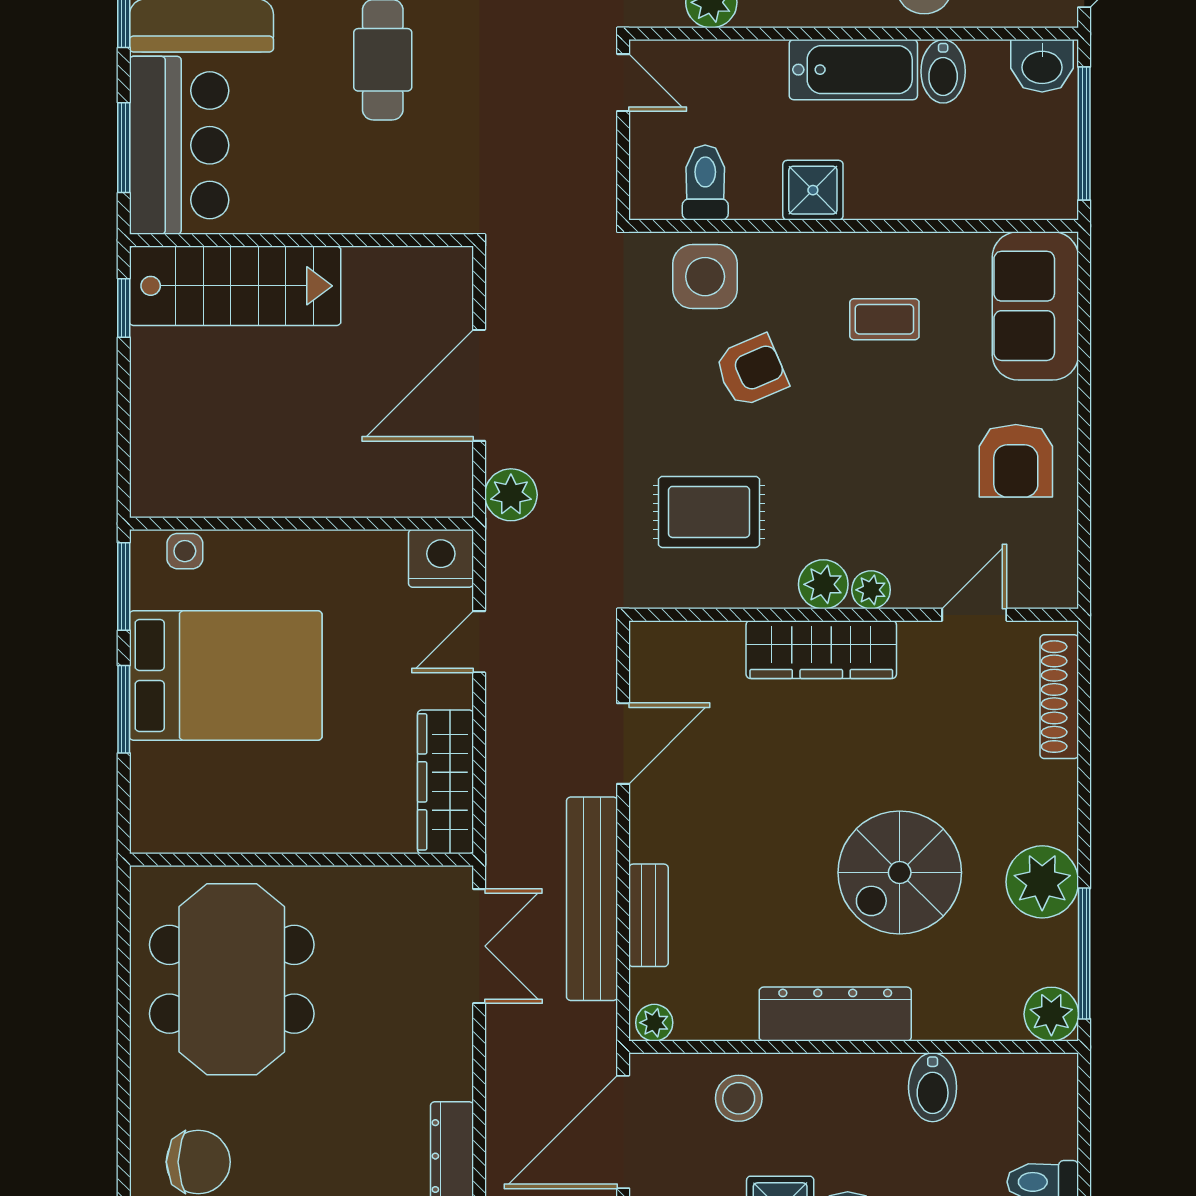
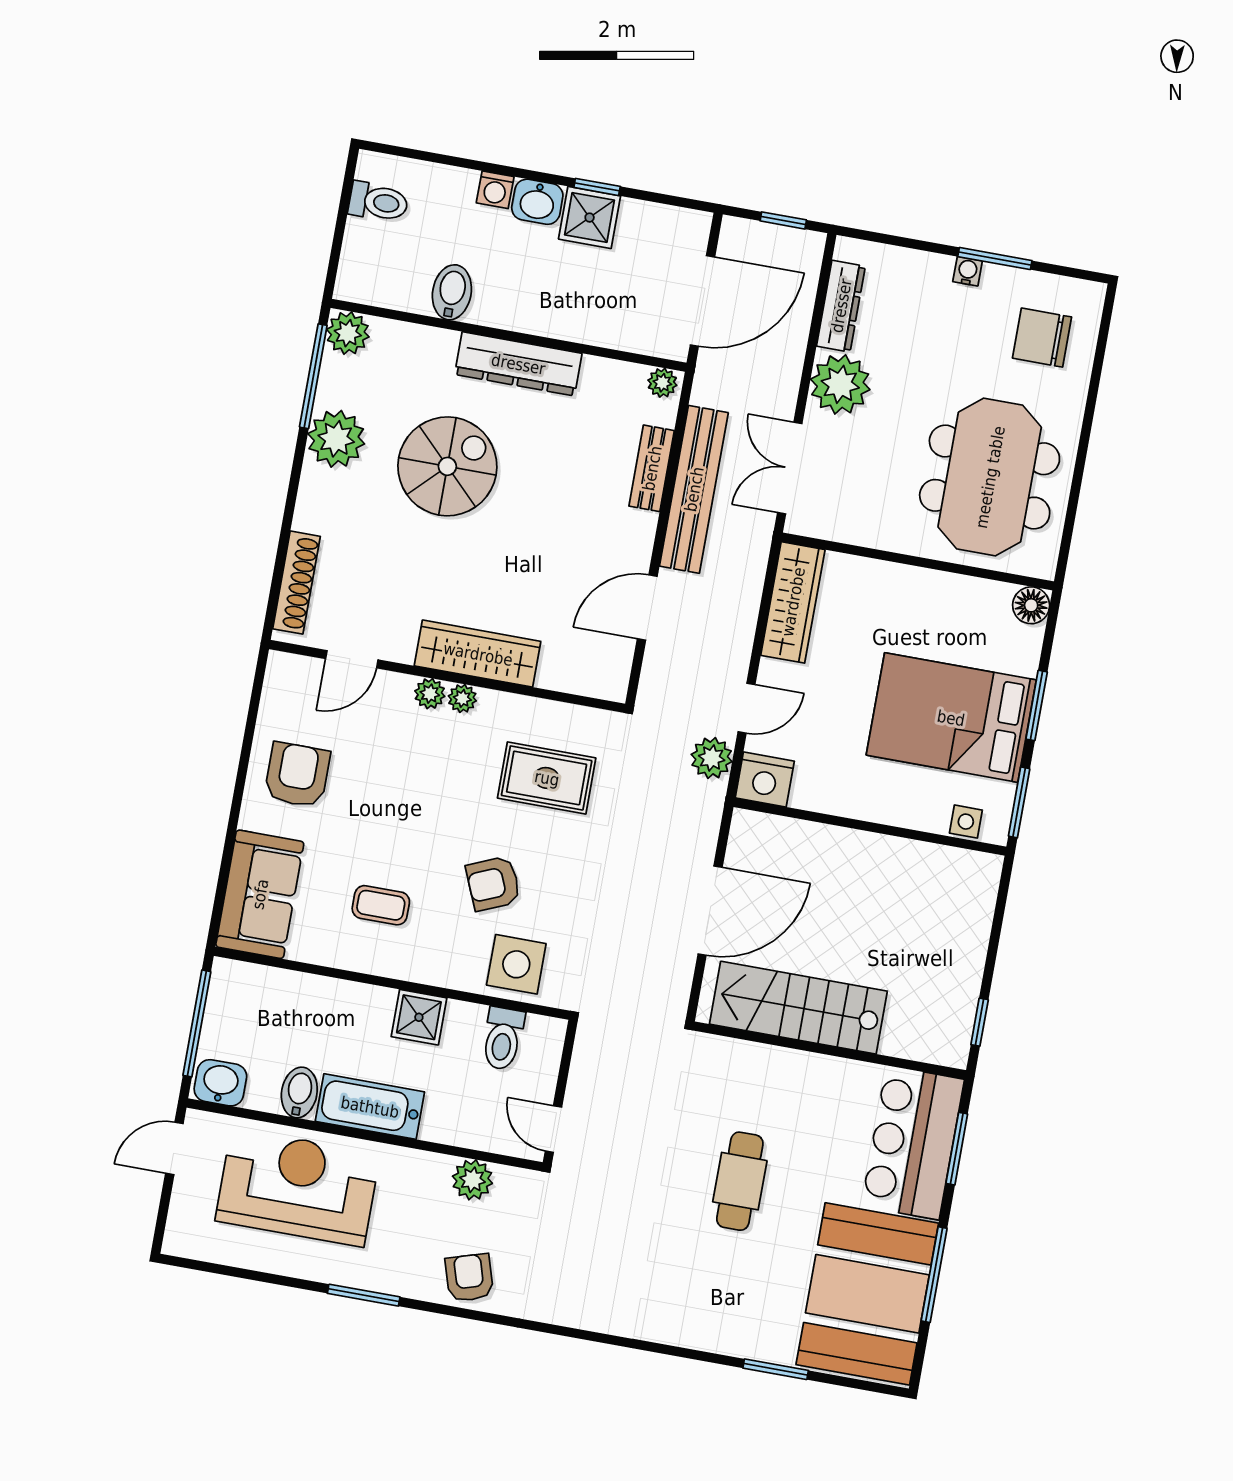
stairs: (235, 286) -> (798, 1008), moved
plant: (511, 495) -> (712, 758), moved
plant: (823, 584) -> (462, 698), width x0.73, depth x0.73
floor lamp: (152, 831) -> (1031, 605), added
plant: (436, 1060) -> (840, 384), added
stool: (739, 1098) -> (606, 311), removed

